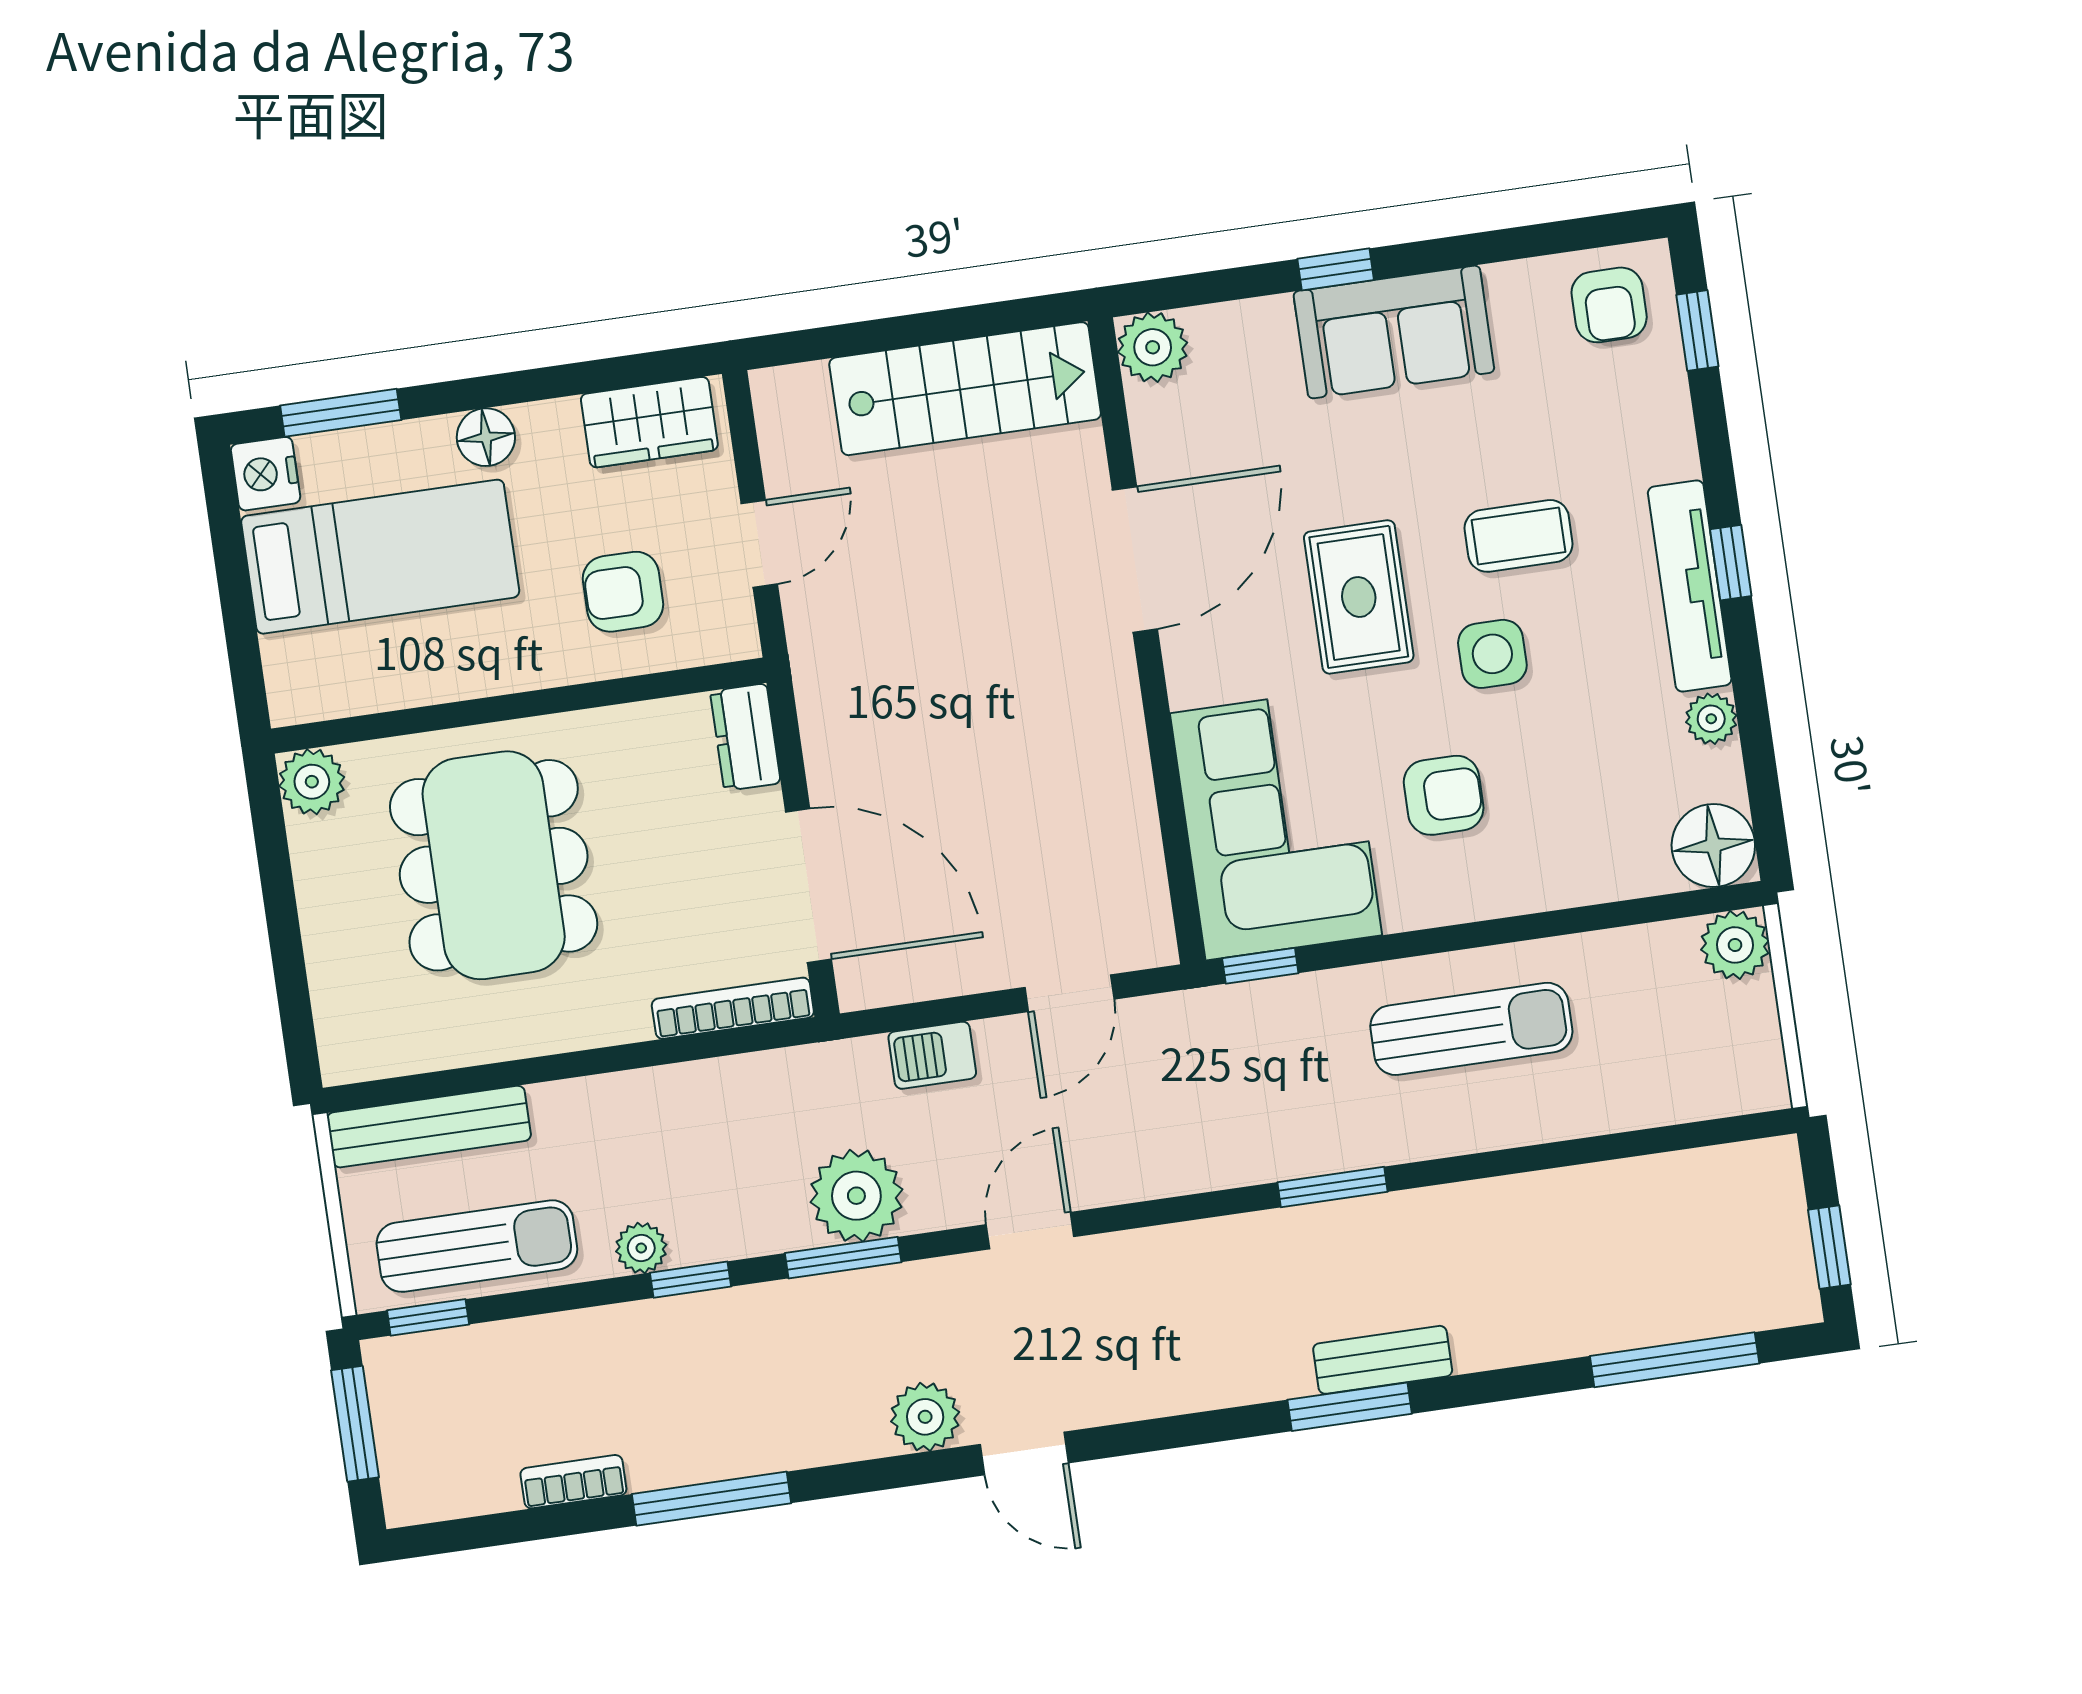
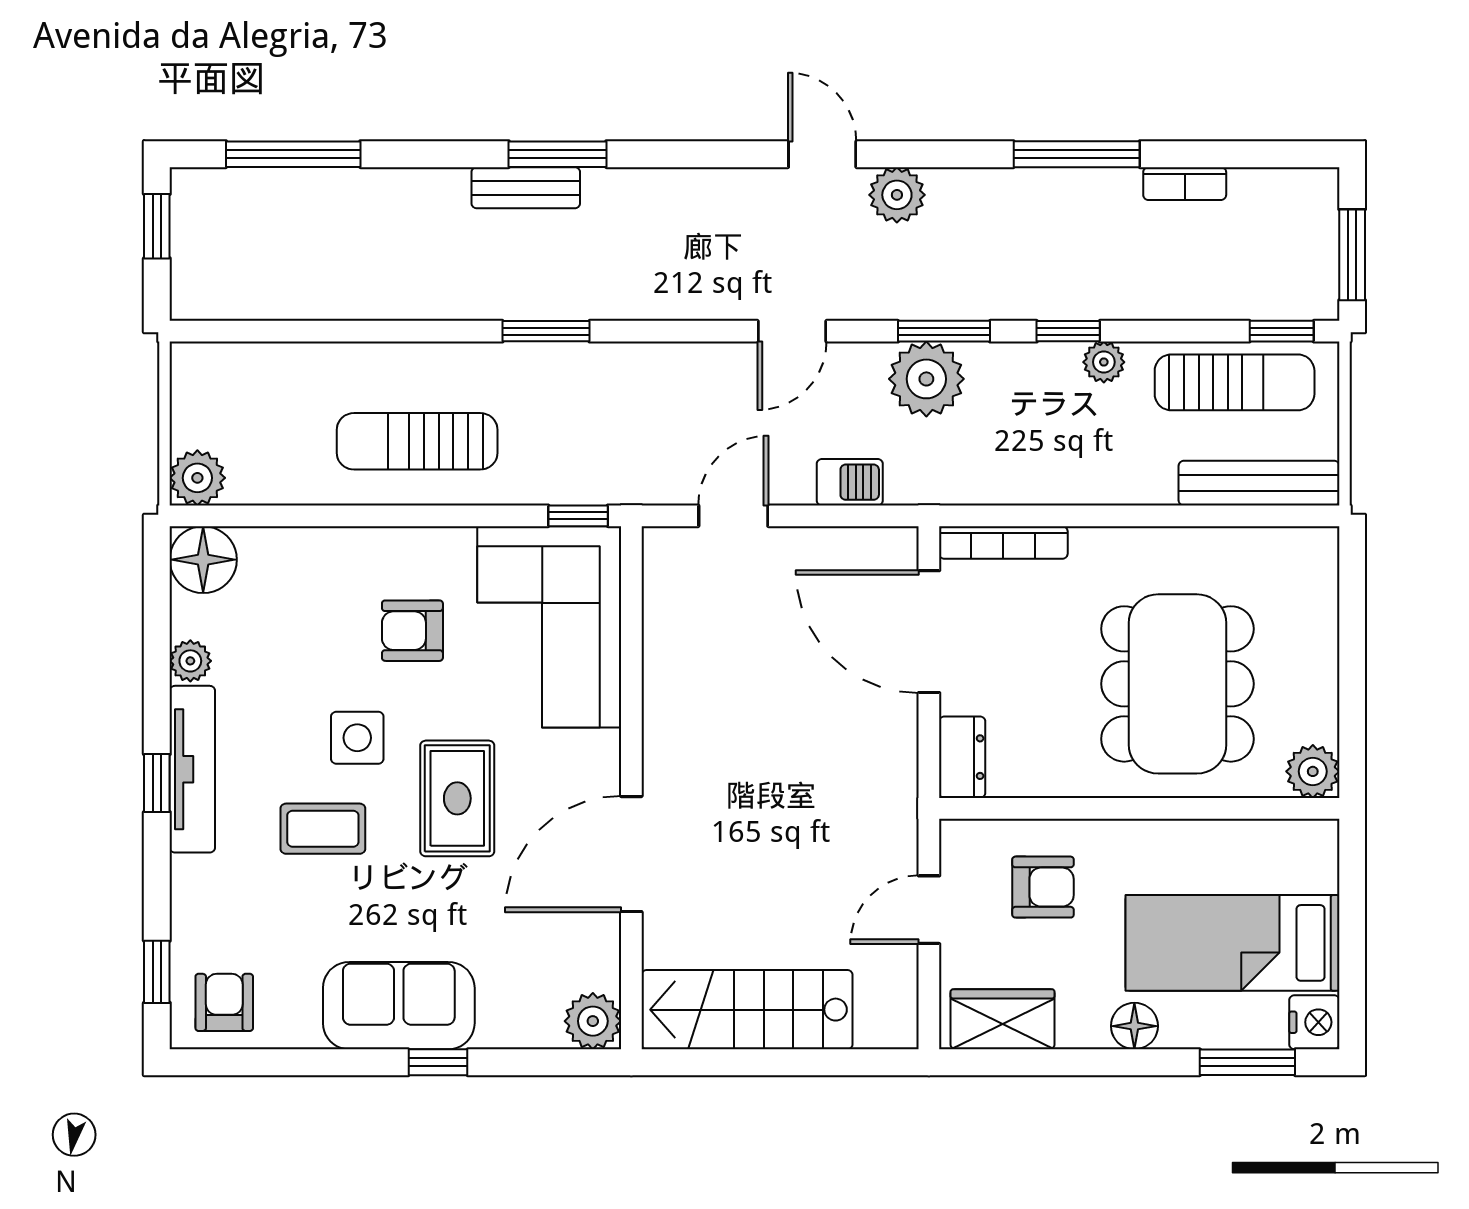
sun lounger: (477, 1246) -> (1235, 382), turned 180

